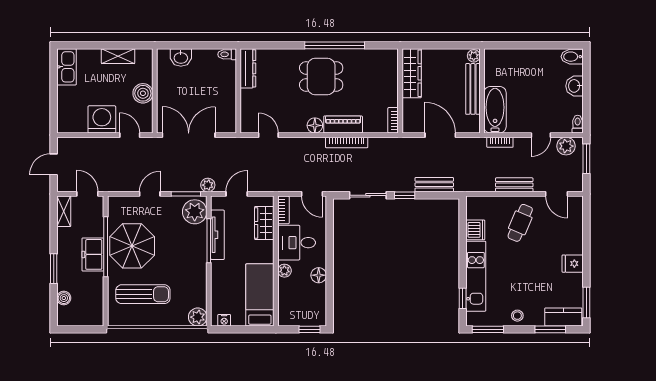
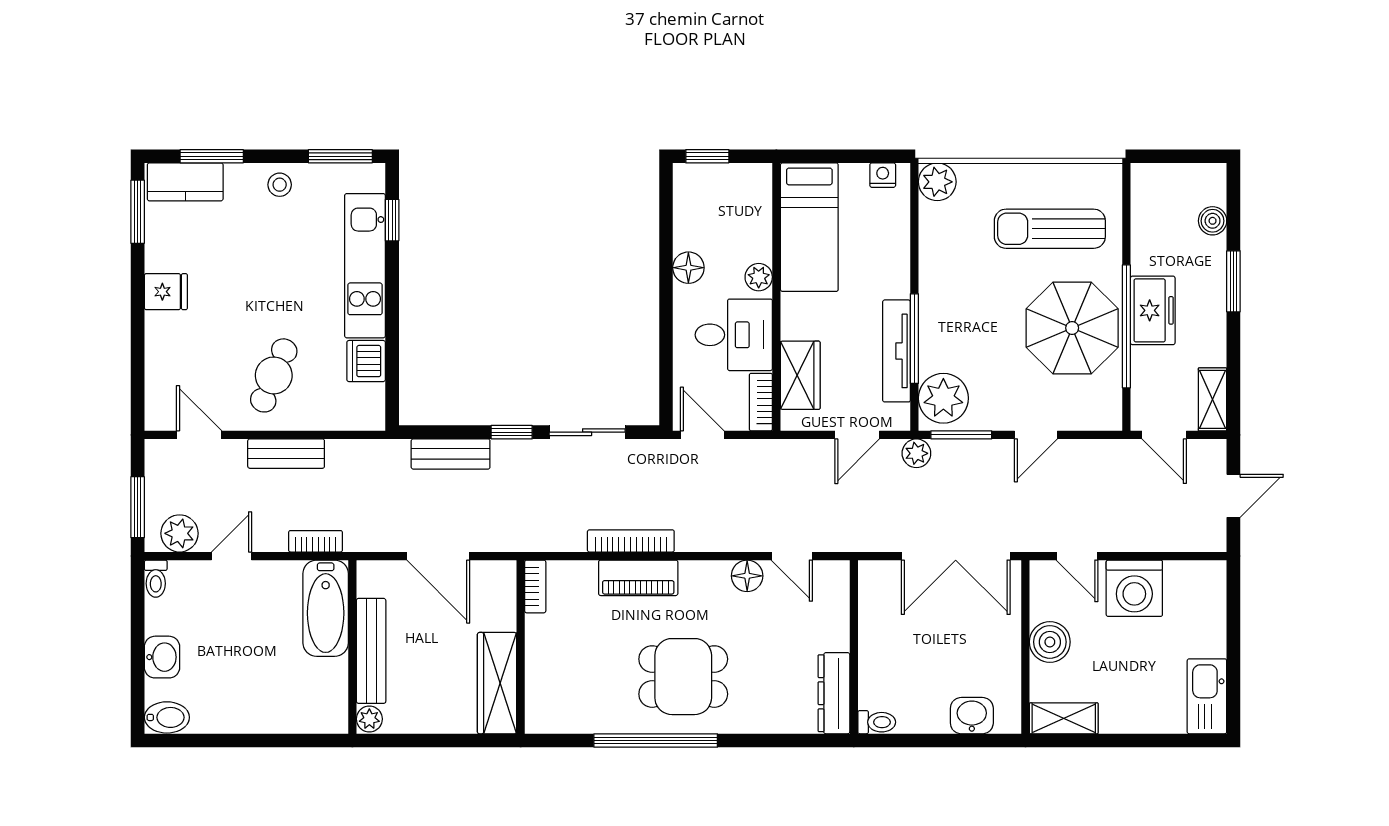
shelving: (118, 56) -> (1064, 718), moved
floor lamp: (315, 125) -> (747, 576), moved

